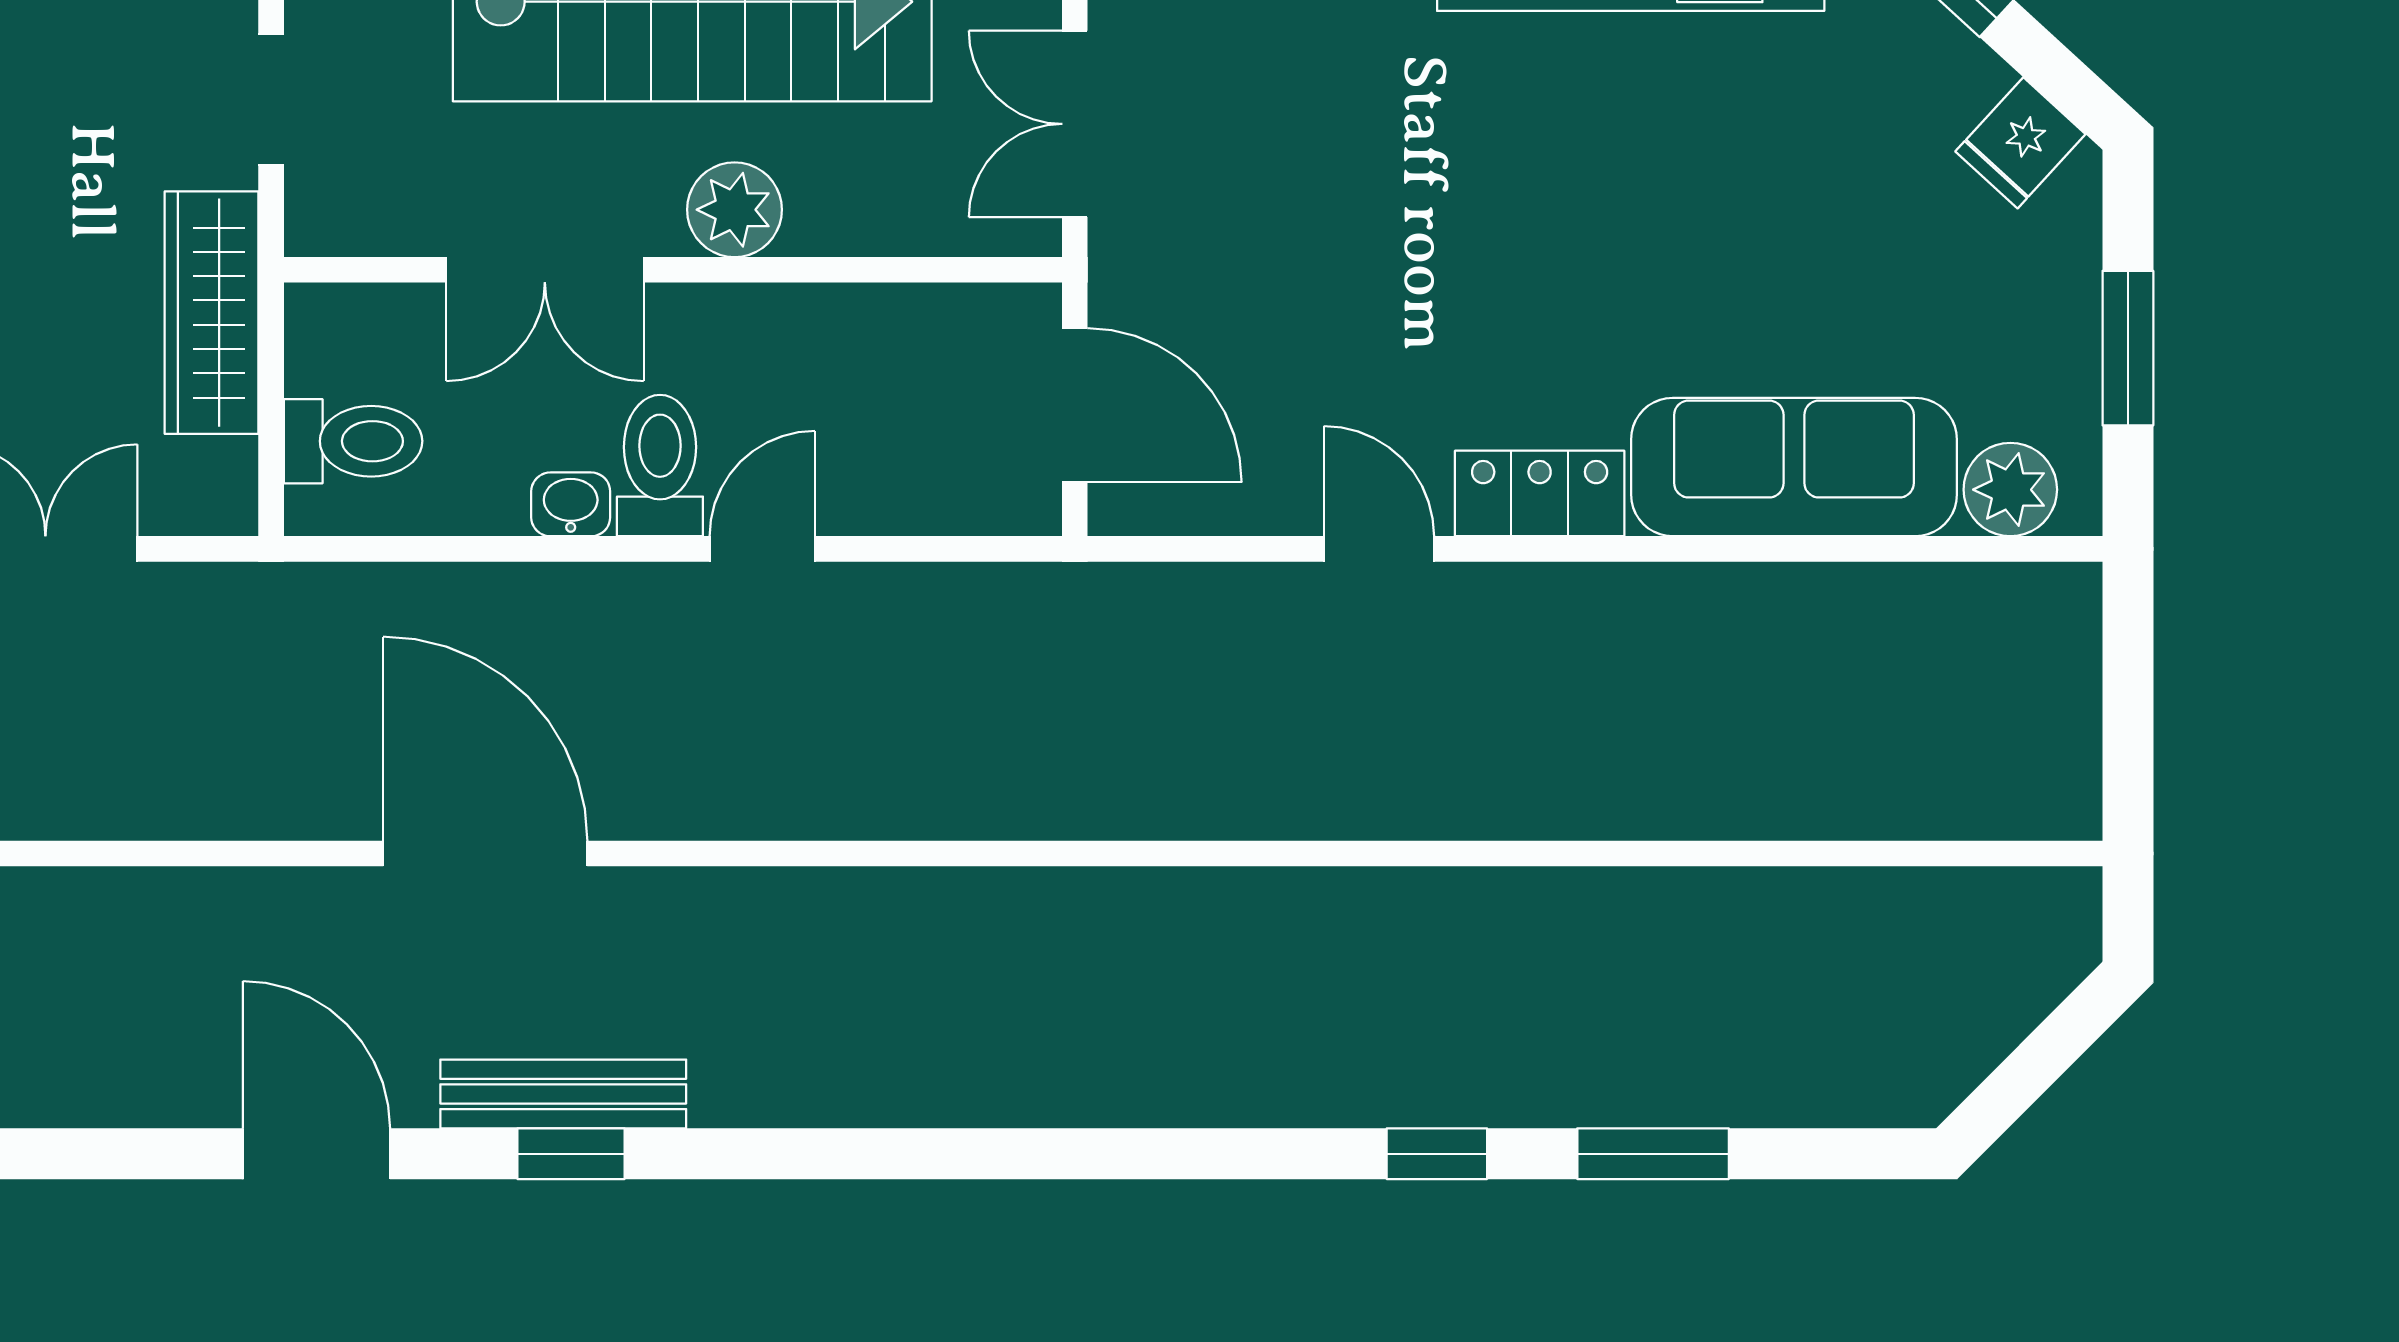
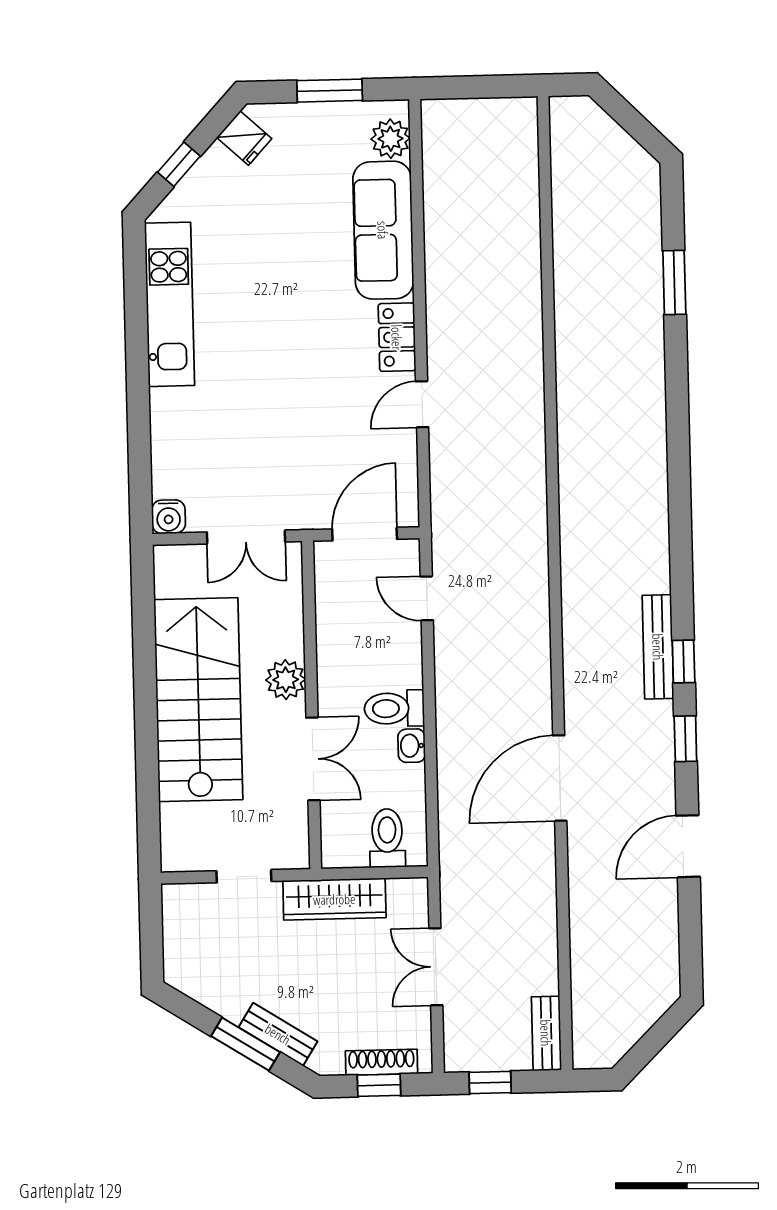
door: (762, 549) -> (427, 598), moved
bench: (563, 1094) -> (658, 647), moved
window: (1437, 1154) -> (684, 661), moved

